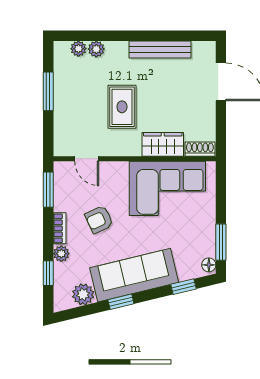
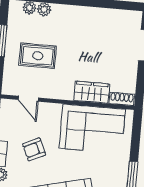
bench: (160, 49) -> (96, 14), removed
rug: (122, 107) -> (38, 56), moved, turned 90

